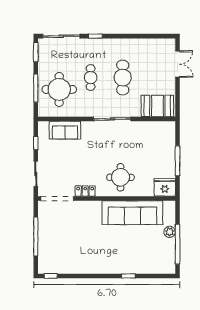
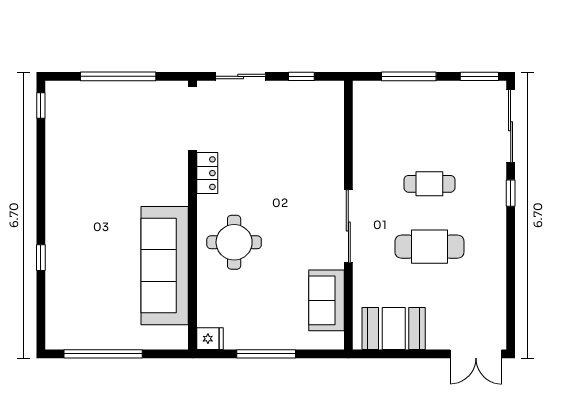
double door: (178, 64) -> (476, 354), moved
round table: (59, 89) -> (406, 122), removed
booth: (157, 106) -> (394, 329), moved, turned 90
sofa: (65, 130) -> (326, 300), moved
fridge: (165, 187) -> (210, 339), width x0.53, depth x0.75
plant: (170, 232) -> (127, 339), removed

